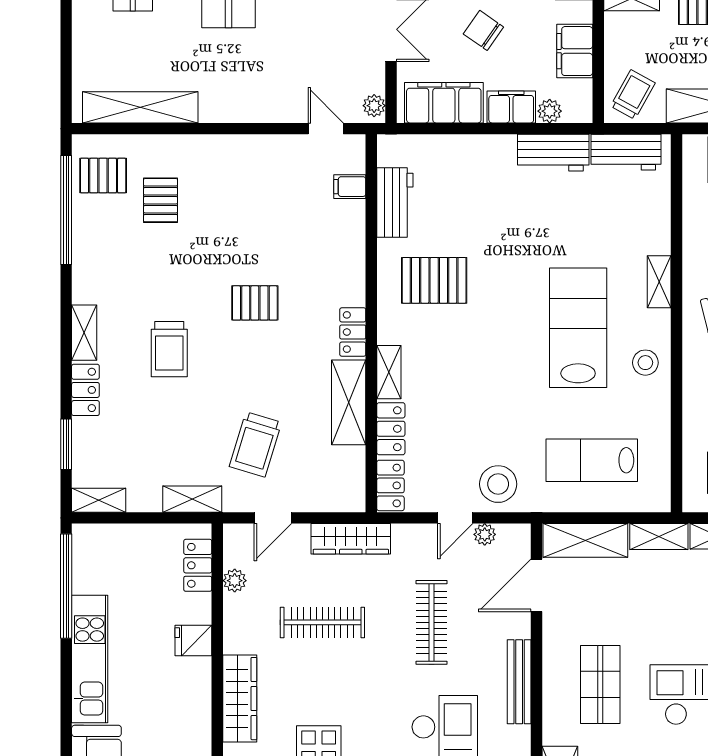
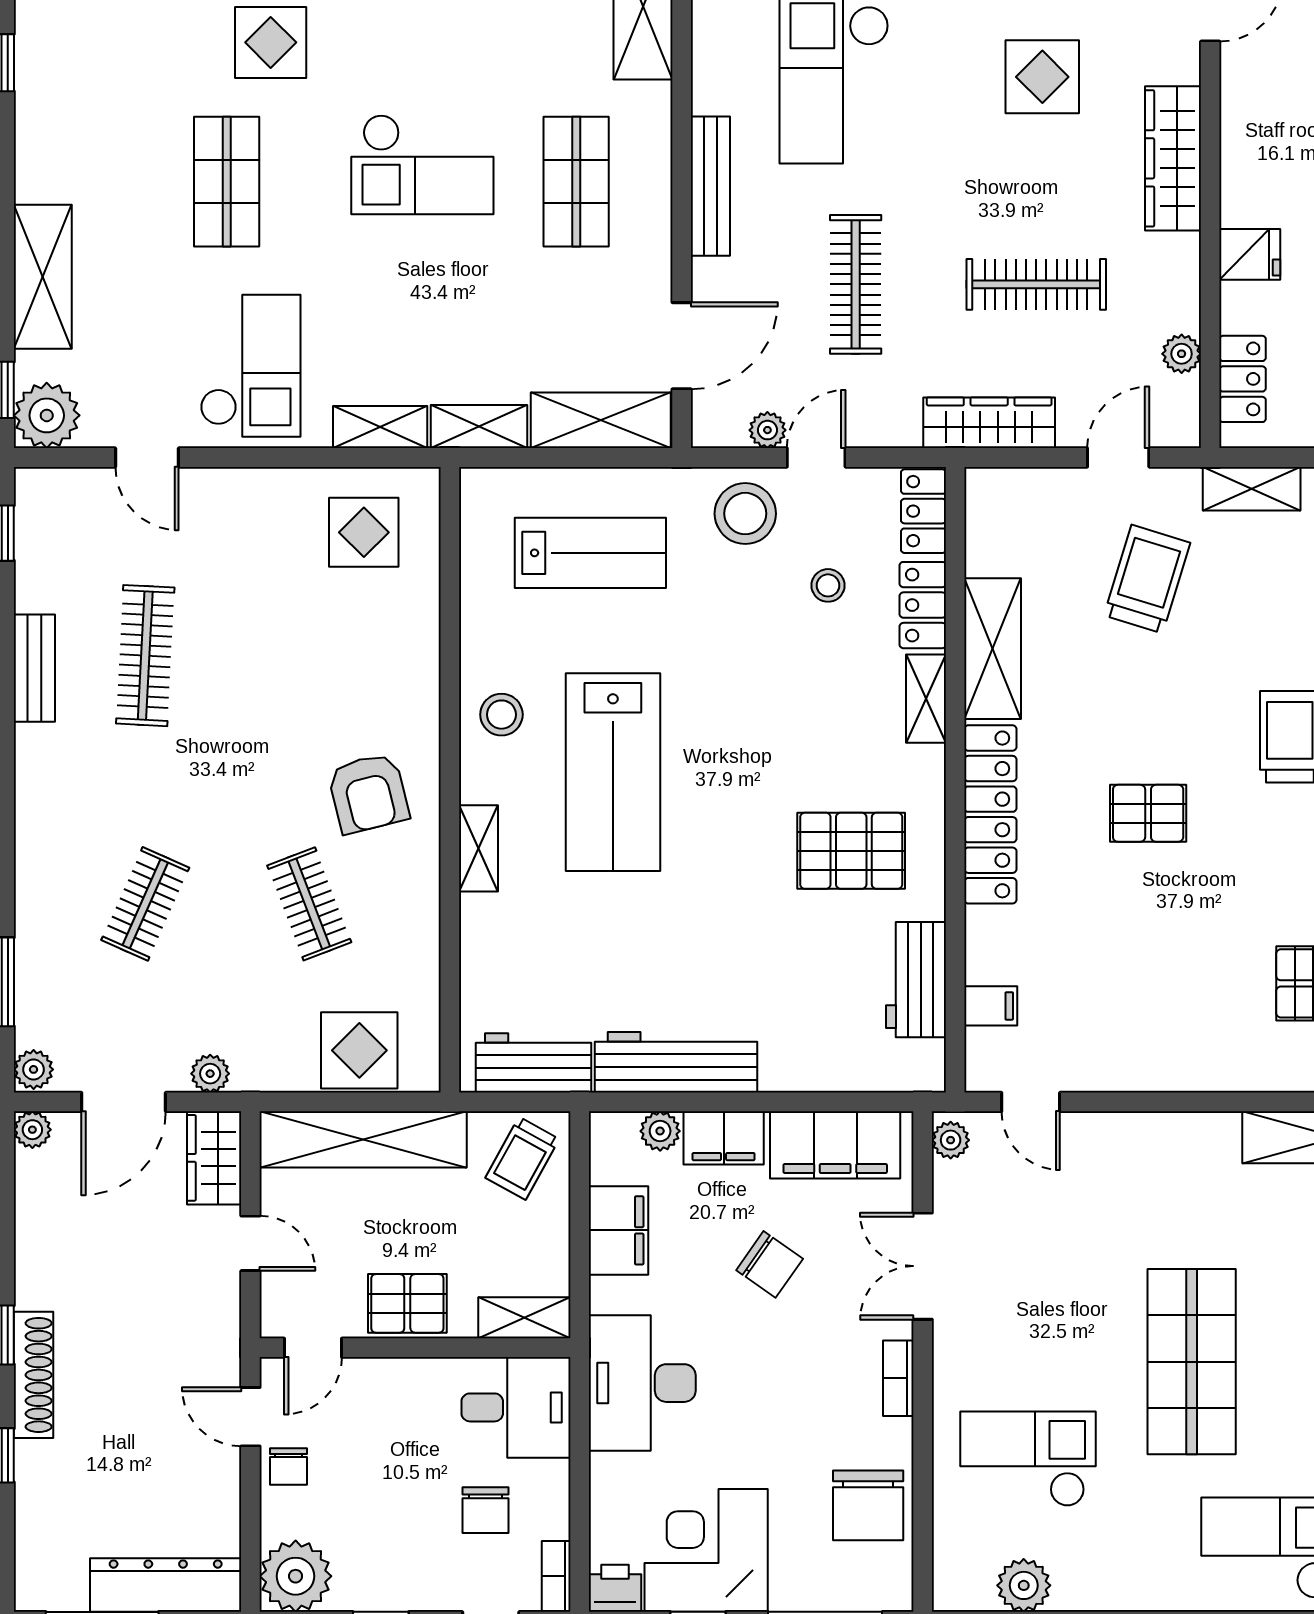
workbench: (553, 153) -> (676, 1062), width x1.38
locker: (353, 332) -> (990, 814), width x2.16, depth x1.21
stool: (448, 441) -> (828, 585), added

